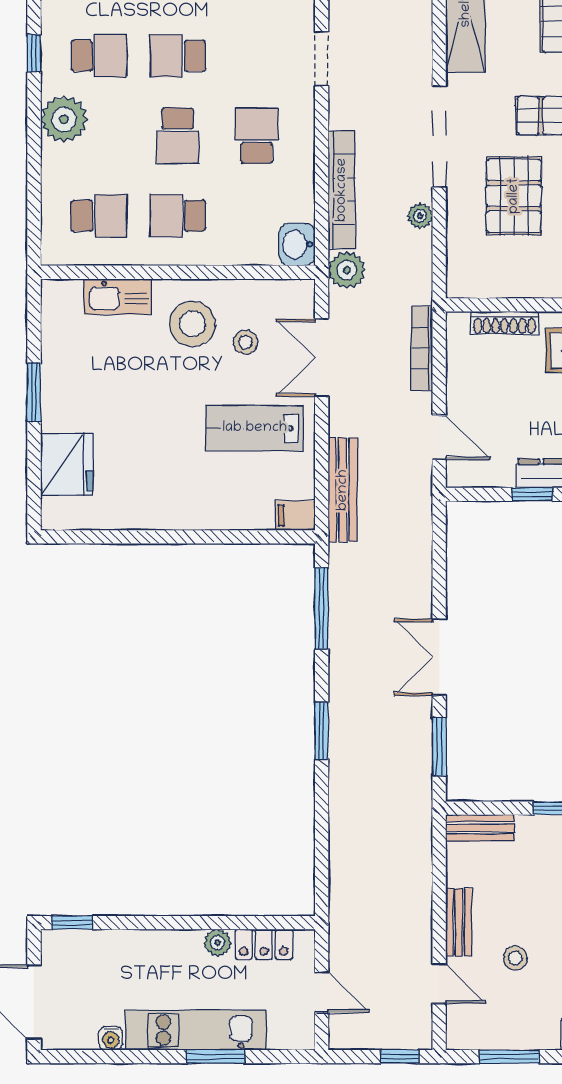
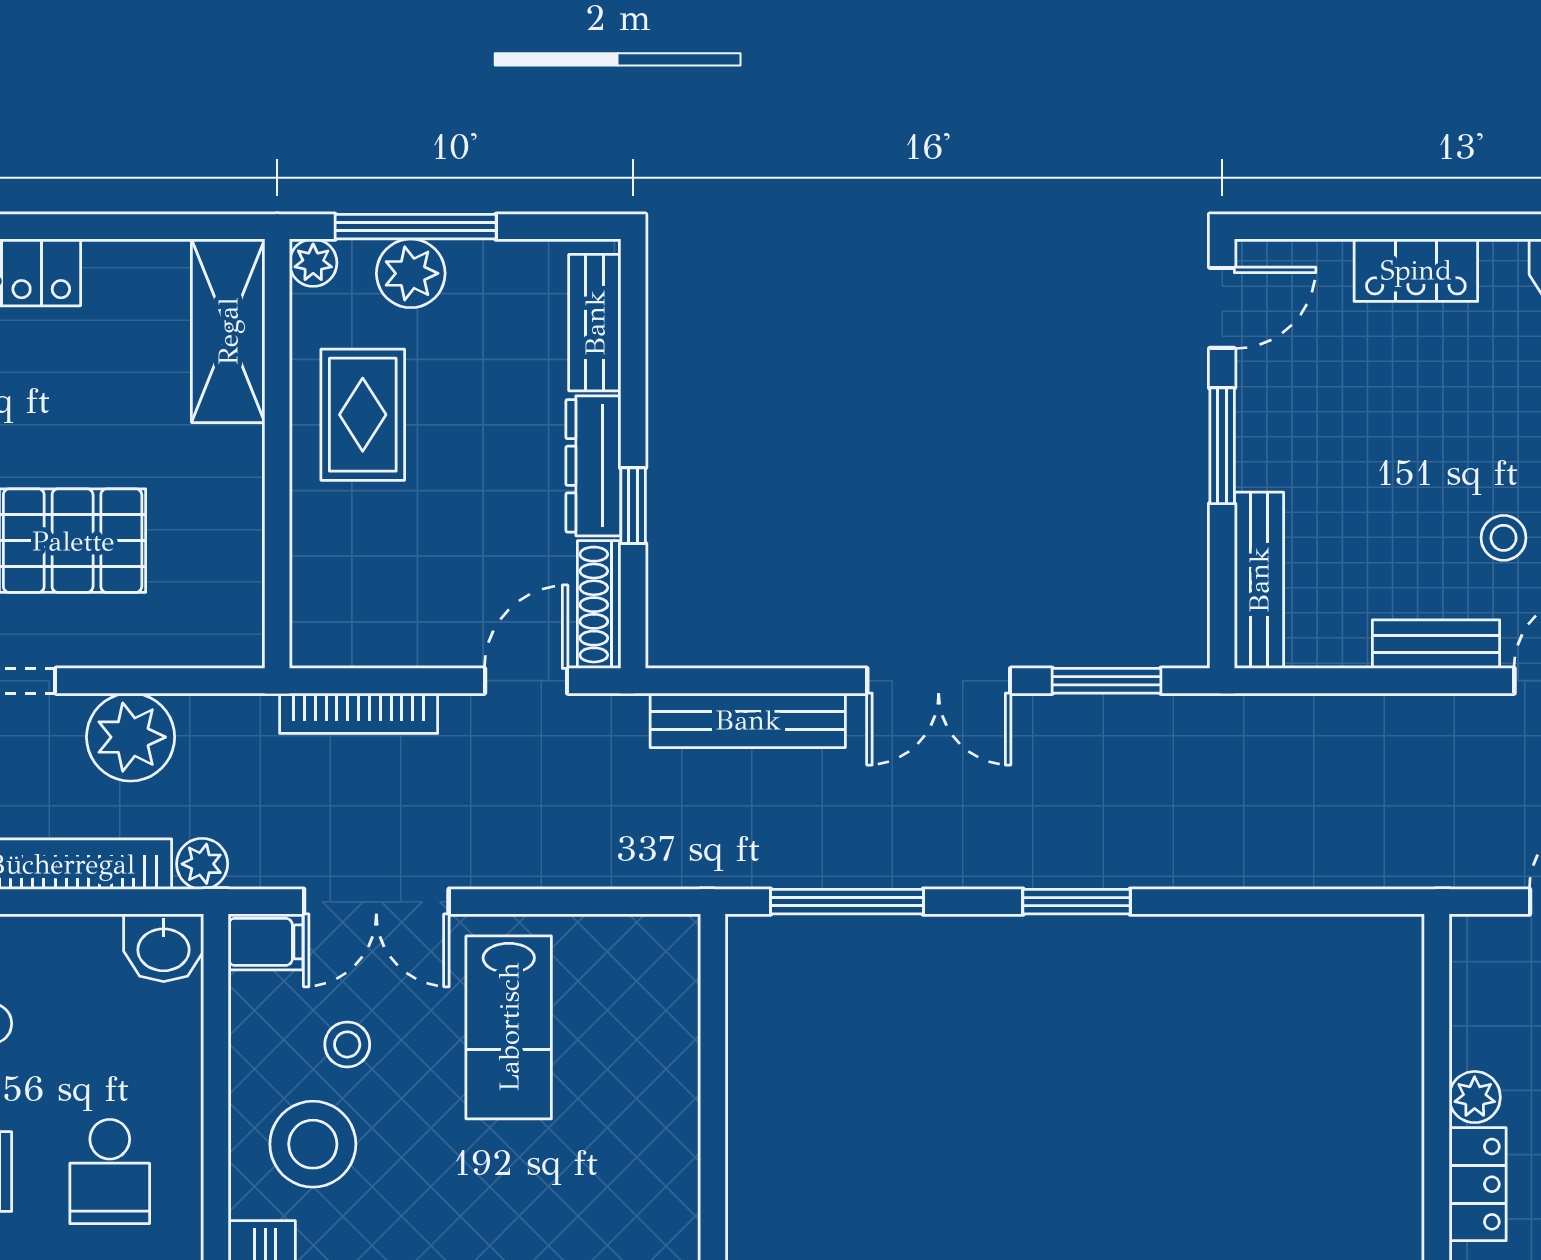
plant: (420, 216) -> (131, 737), width x1.88, depth x1.88
plant: (347, 270) -> (202, 864), width x0.73, depth x0.73
shoe rack: (505, 323) -> (599, 605), moved, turned 180
bench: (343, 490) -> (748, 720), moved
filing cabinet: (295, 515) -> (265, 942), moved, turned -90
bench: (480, 828) -> (1259, 580), width x1.36
locker: (264, 944) -> (1478, 1184), moved

